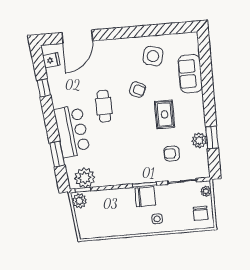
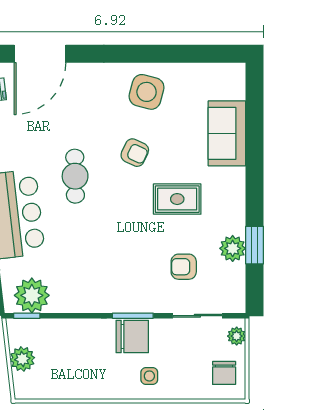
side table: (153, 56) -> (147, 92), moved
rug: (165, 114) -> (177, 199), turned 90
plant: (79, 201) -> (22, 359), moved

